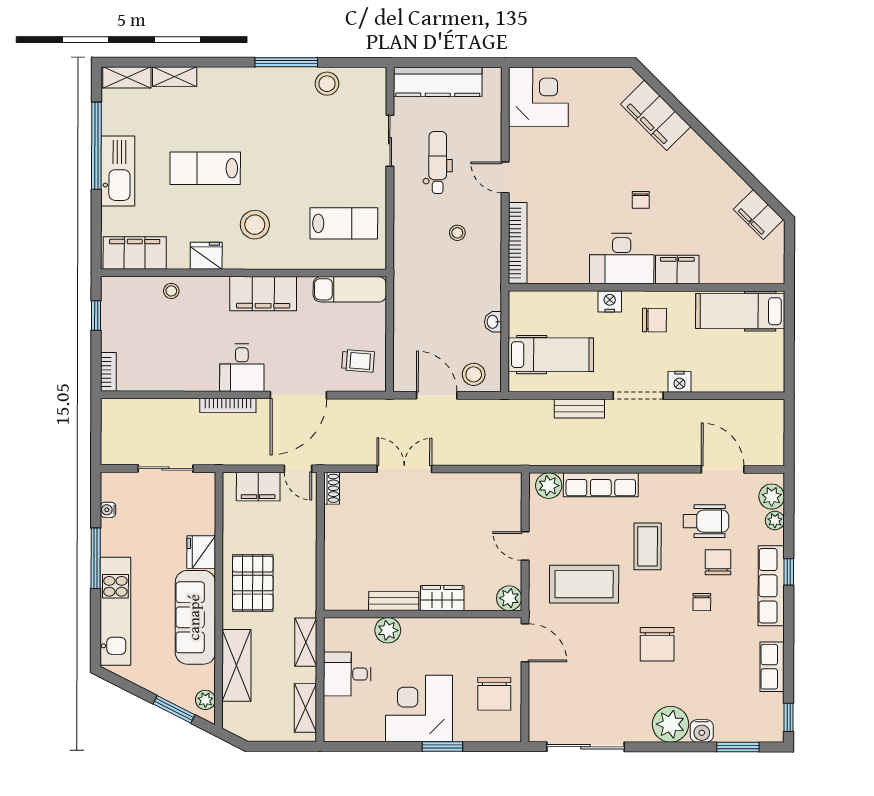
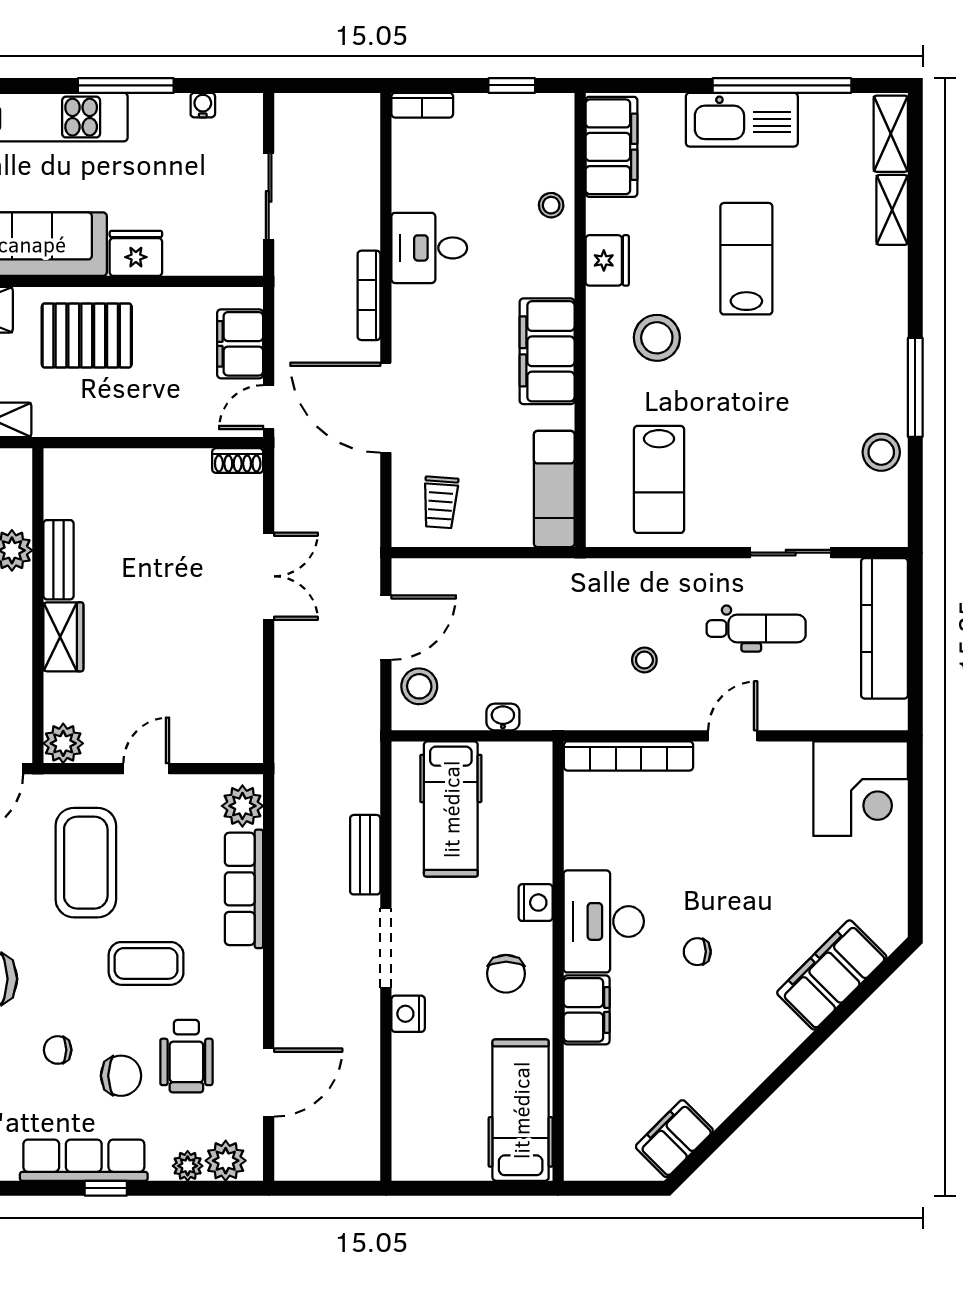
desk: (242, 368) -> (429, 248), moved

